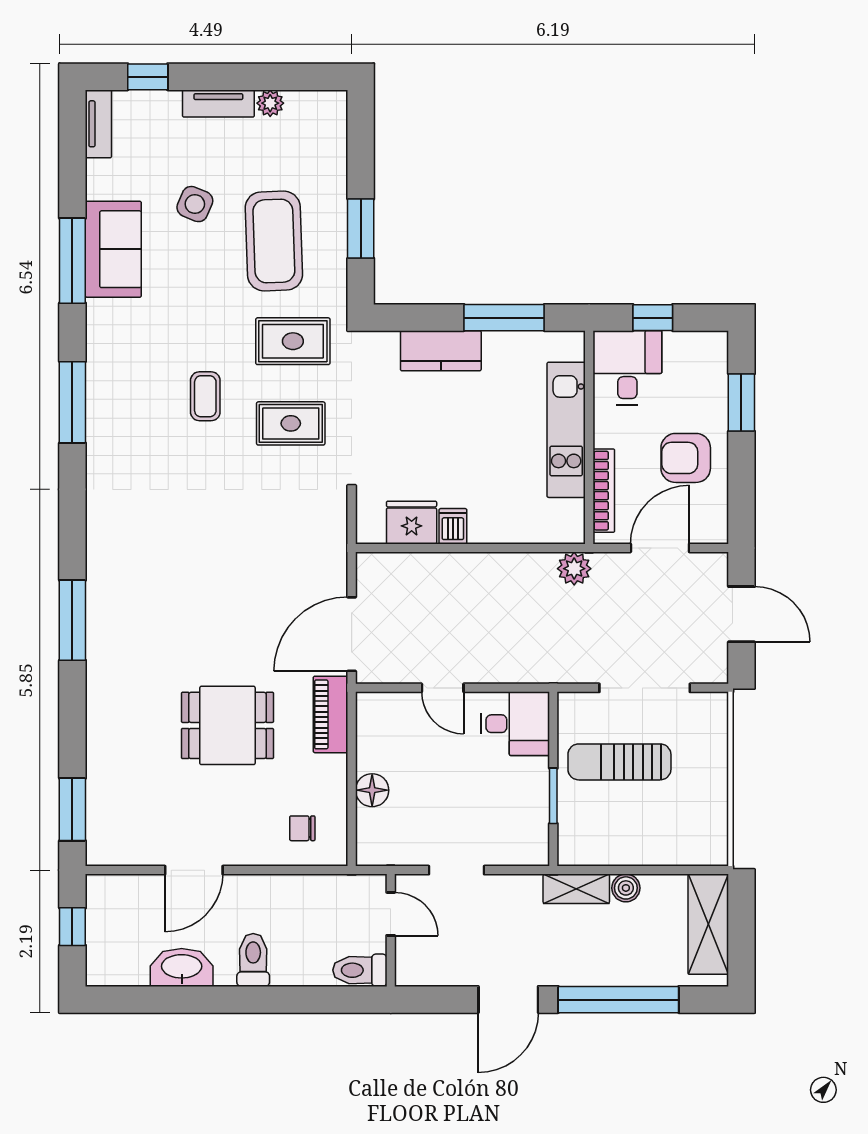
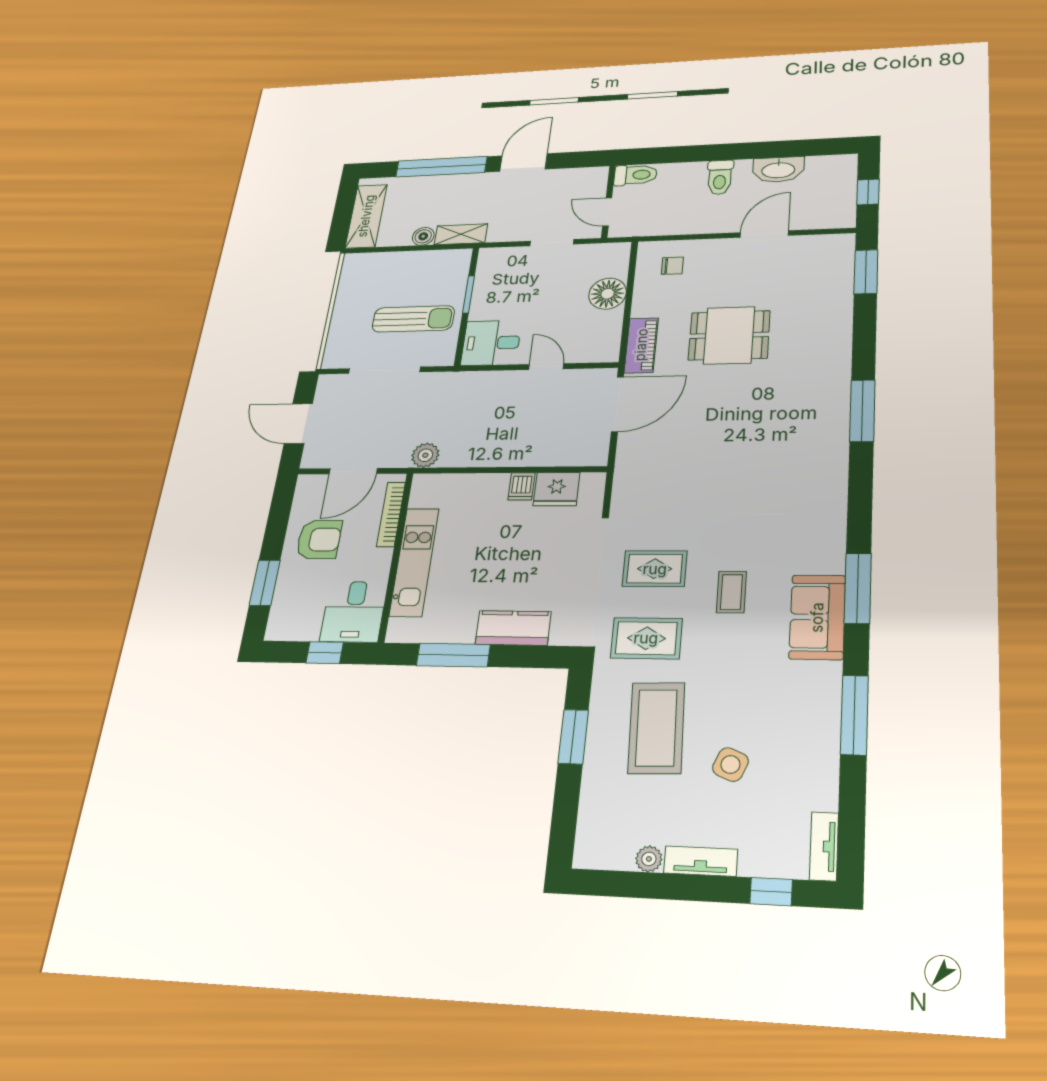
sofa: (113, 249) -> (817, 617), moved
floor lamp: (372, 790) -> (608, 294), width x1.38, depth x1.38

